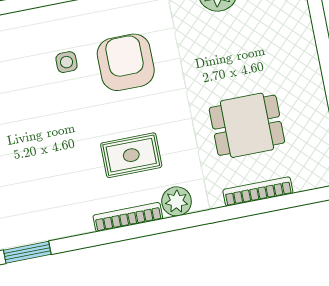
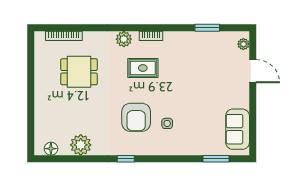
bookcase: (258, 191) -> (64, 36), moved
bookcase: (128, 217) -> (151, 36), width x0.64

